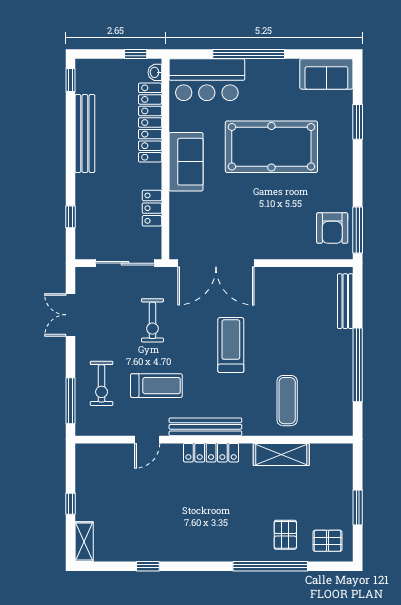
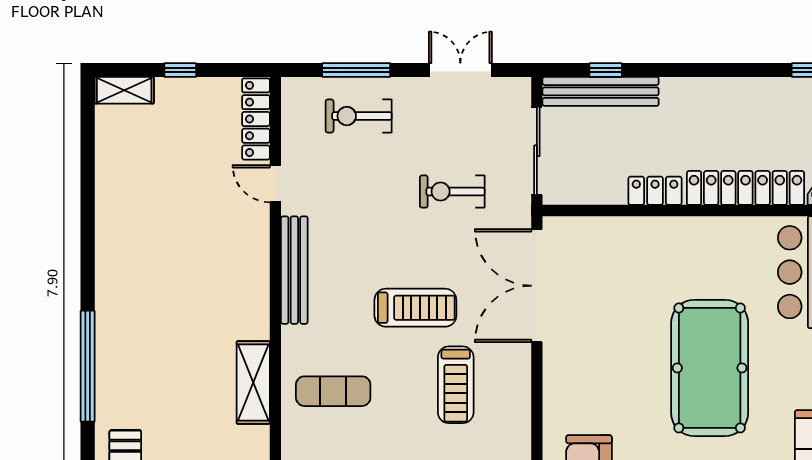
bench: (85, 134) -> (601, 91), moved
sofa: (186, 162) -> (687, 241), removed
locker: (152, 208) -> (655, 191), moved
treadmill: (156, 386) -> (456, 385), moved
window: (71, 401) -> (356, 70), moved
locker: (211, 453) -> (256, 119), moved
pallet: (285, 535) -> (134, 389), removed
window: (148, 566) -> (88, 185), removed

